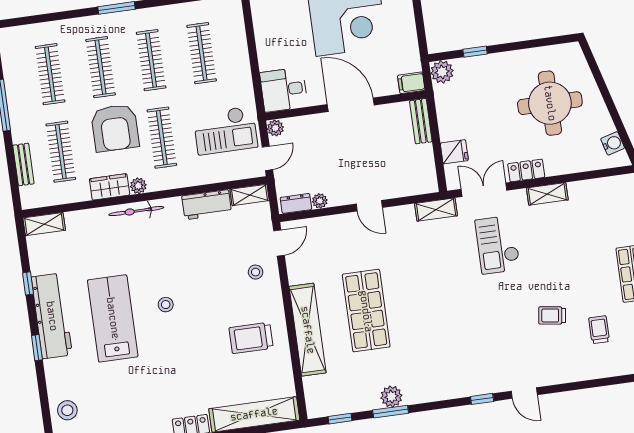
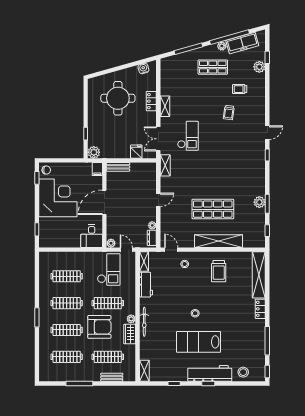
locker: (526, 170) -> (151, 101), moved
checkout: (498, 245) -> (188, 136), turned -90
workbench: (52, 316) -> (210, 373), moved

